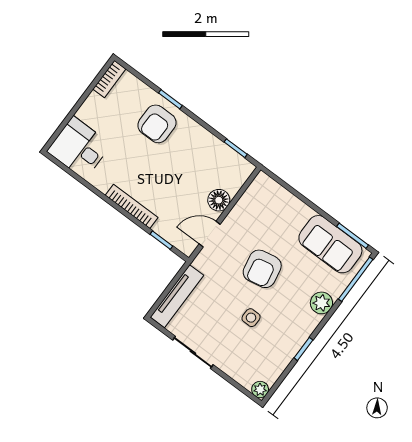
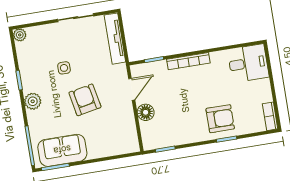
armchair: (157, 124) -> (220, 119), turned 90
plant: (321, 303) -> (33, 101), moved

